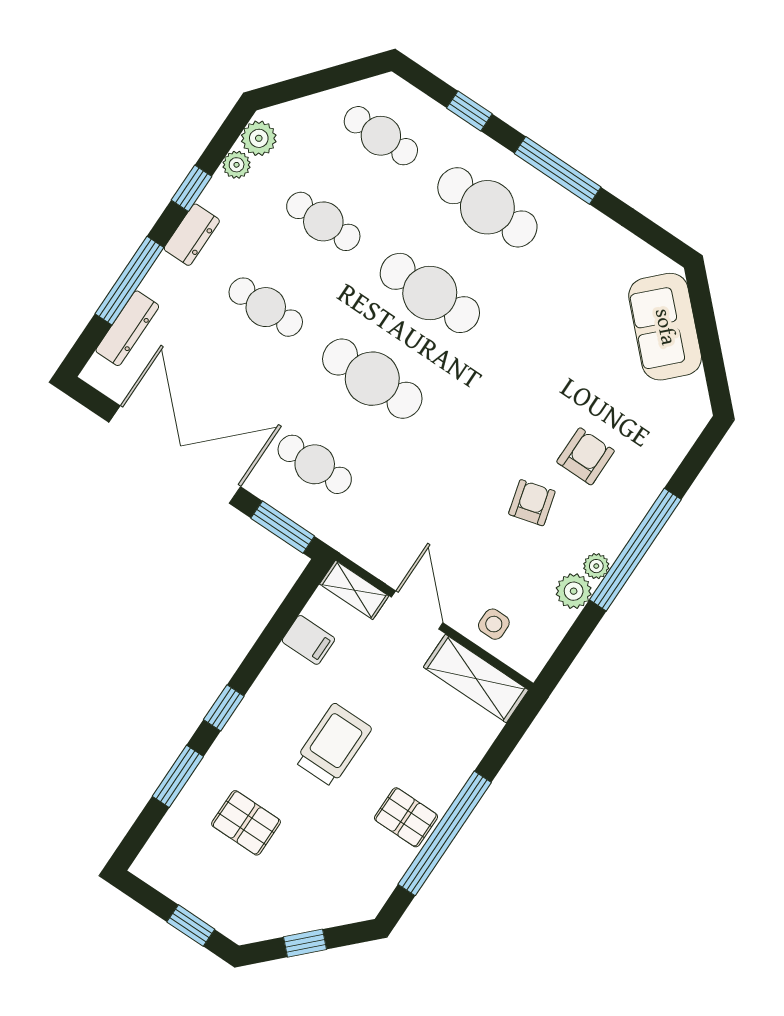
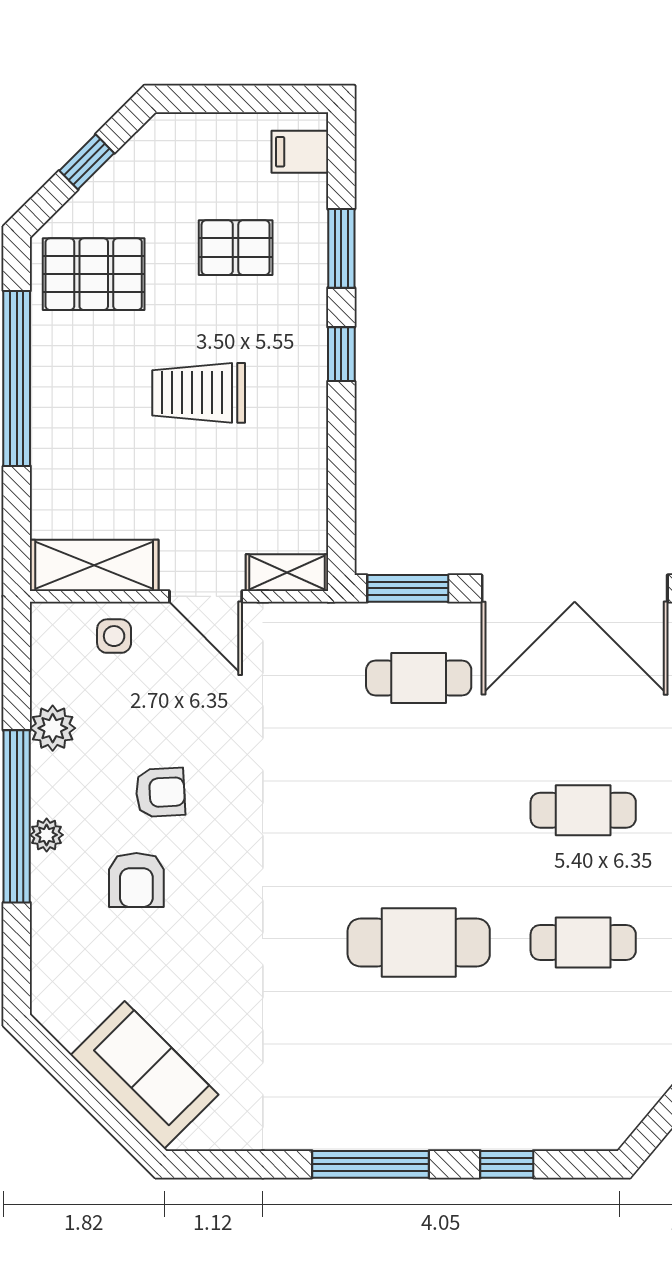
cafe table: (381, 136) -> (583, 1075), removed
cafe table: (487, 207) -> (419, 1075), removed
cafe table: (372, 379) -> (419, 810), removed
armchair: (532, 503) -> (160, 792), turned -78
plant: (596, 566) -> (47, 835), moved
filing cabinet: (308, 640) -> (300, 152), moved
trolley: (333, 745) -> (199, 393), turned 90
pallet: (406, 817) -> (94, 274), moved, width x1.50, depth x1.42
window: (191, 926) -> (221, 99), removed

